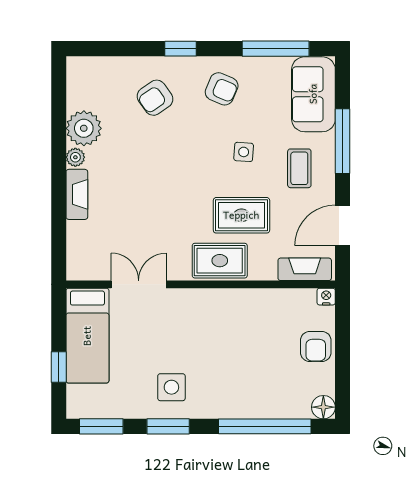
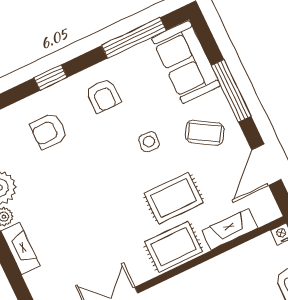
armchair: (222, 89) -> (103, 96), turned 67
armchair: (155, 98) -> (49, 131), turned 35
coffee table: (299, 168) -> (205, 133), turned -58
fireplace: (305, 269) -> (230, 229), moved

